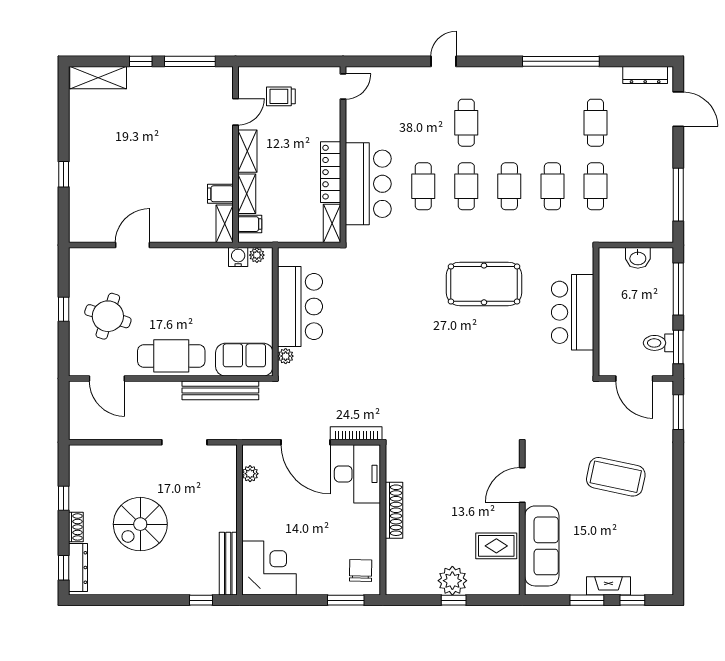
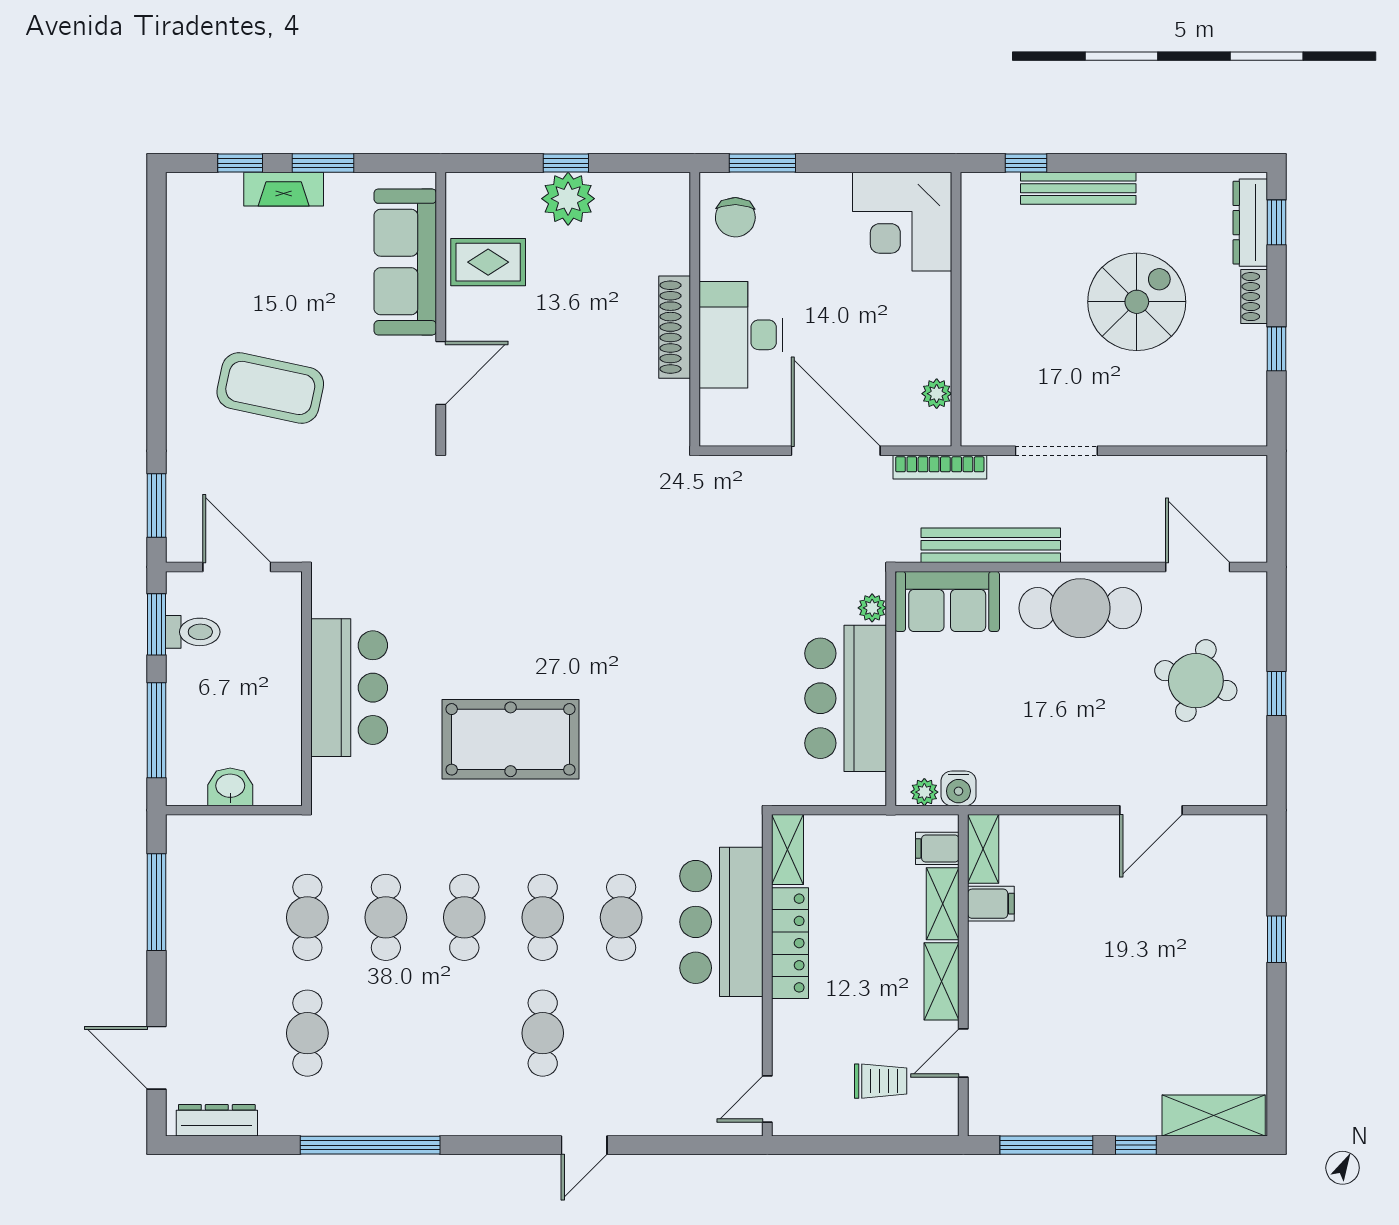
bookcase: (356, 433) -> (940, 467), moved
desk: (357, 474) -> (741, 335), moved
bench: (228, 564) -> (1078, 188), moved, turned 90

